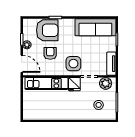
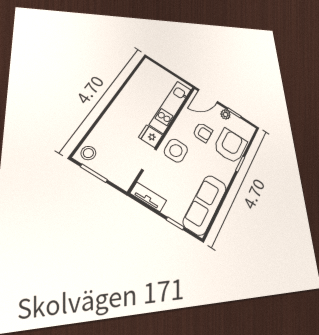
armchair: (47, 30) -> (230, 146), turned 180
plant: (106, 83) -> (128, 174), removed
stool: (99, 105) -> (88, 153), moved

